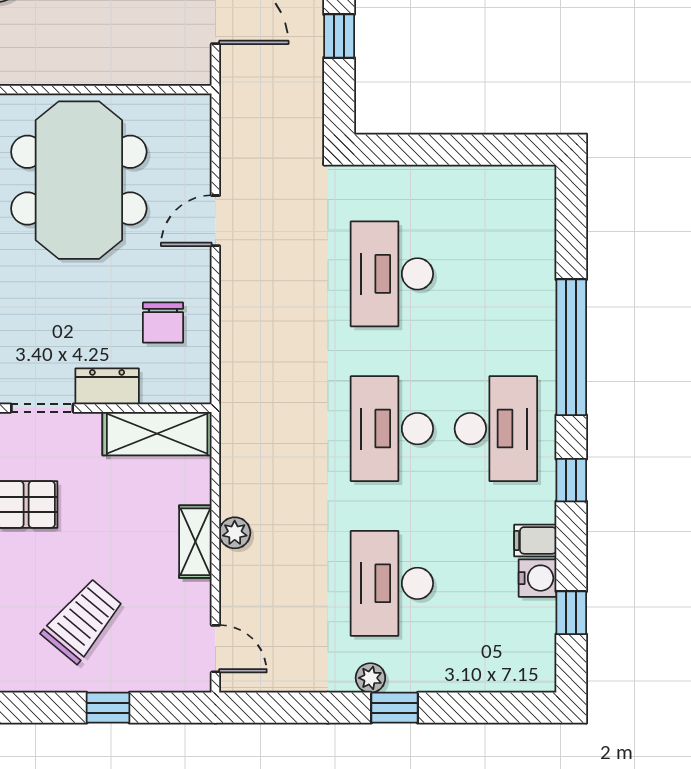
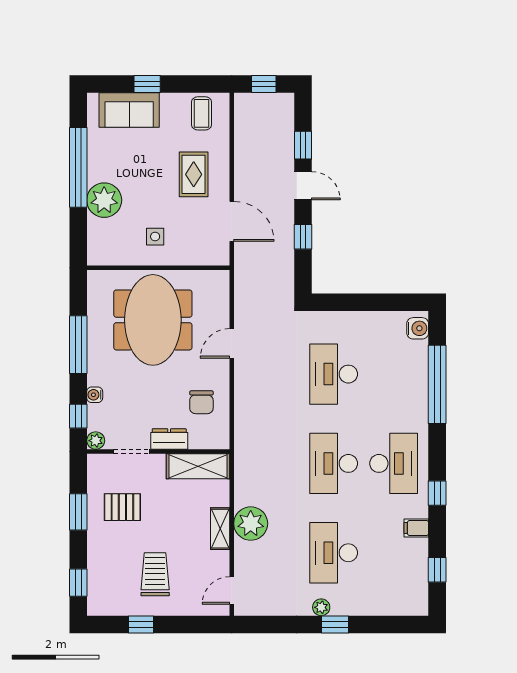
side table: (83, 36) -> (155, 237), added
window: (571, 347) -> (437, 384), moved
plant: (235, 533) -> (251, 524), width x1.87, depth x1.87
water cooler: (538, 578) -> (418, 328), moved
trolley: (83, 621) -> (155, 574), turned -40
door: (215, 649) -> (232, 590), swing flipped
window: (108, 708) -> (141, 625), moved

